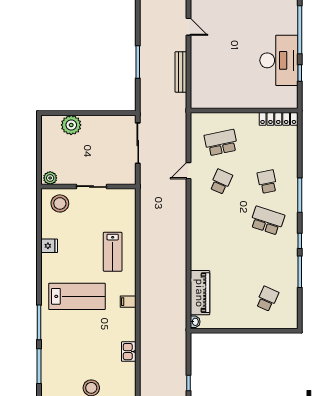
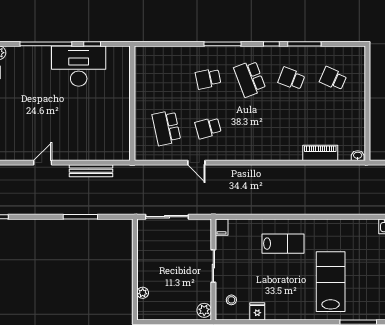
locker: (278, 119) -> (141, 67), removed
plant: (71, 125) -> (143, 293), width x0.53, depth x0.53
school desk: (221, 182) -> (208, 128), turned -39
stool: (60, 203) -> (231, 300), width x0.53, depth x0.53
school desk: (267, 221) -> (250, 79), turned -39
fridge: (49, 246) -> (257, 311), moved
school desk: (267, 260) -> (291, 79), added
piano: (200, 293) -> (320, 153), width x0.73, depth x0.75
filing cabinet: (128, 302) -> (222, 227), moved

